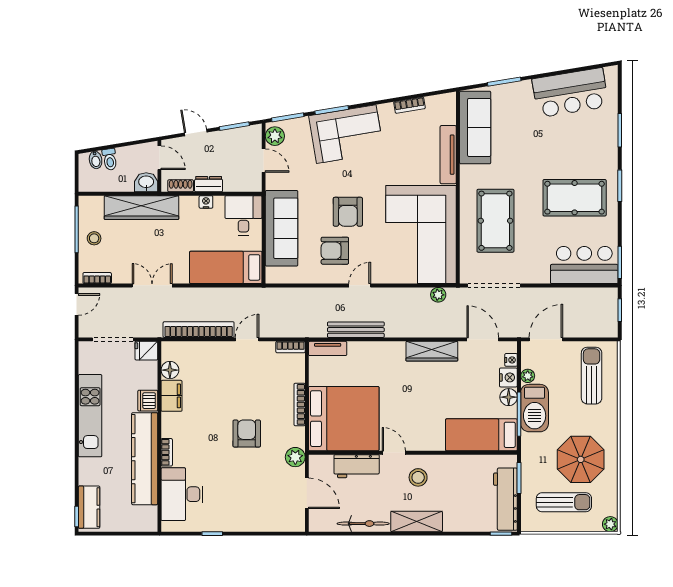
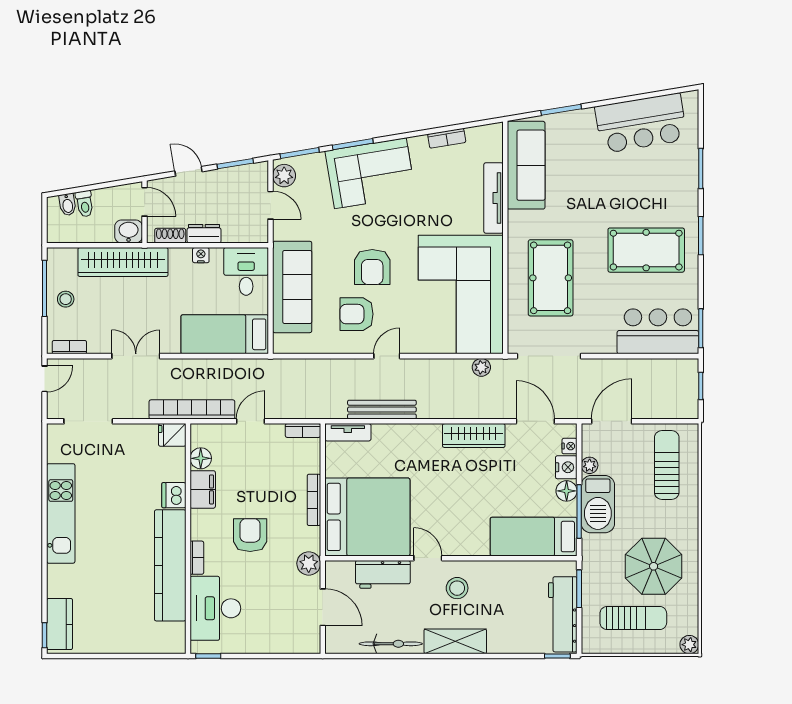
fridge: (146, 351) -> (172, 435), moved
floor lamp: (170, 370) -> (201, 458), moved
filing cabinet: (172, 396) -> (203, 489), moved
dishwasher: (148, 401) -> (174, 495), moved
wall: (159, 437) -> (188, 539), moved
bookcase: (167, 452) -> (197, 558), moved
kitchen counter: (145, 459) -> (170, 565), moved
desk: (182, 494) -> (215, 608), moved

